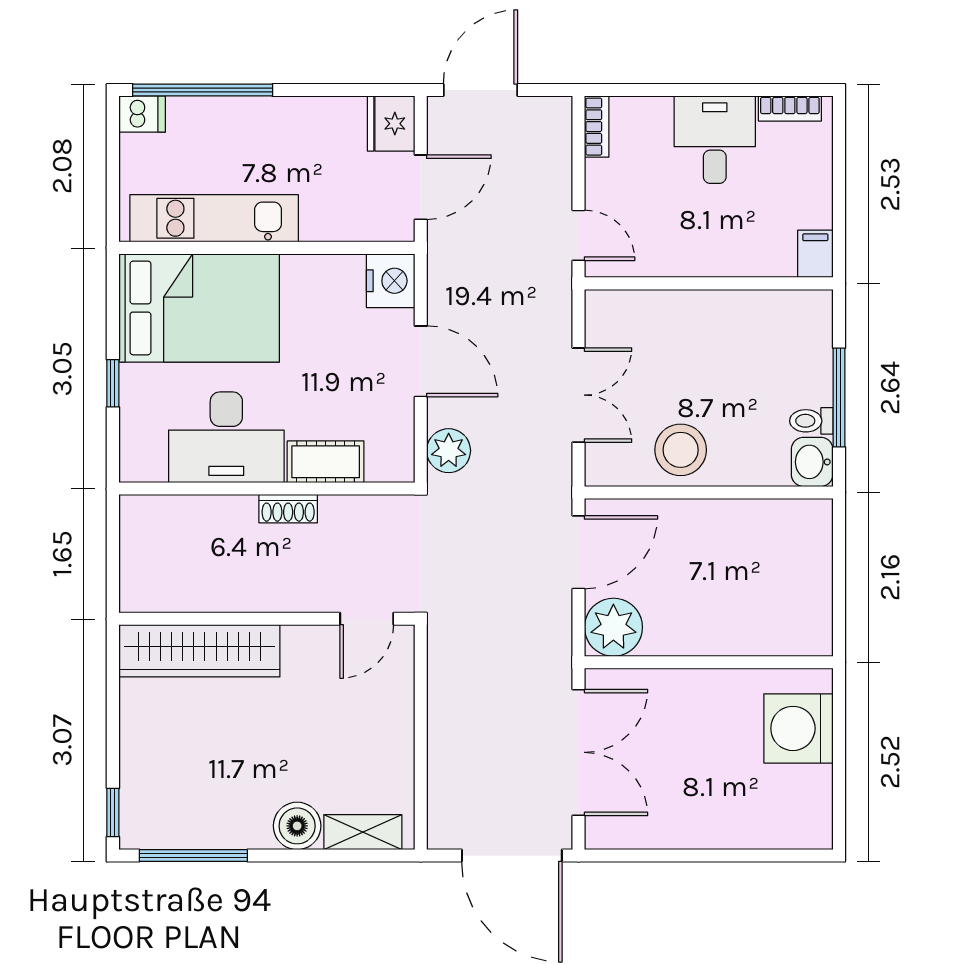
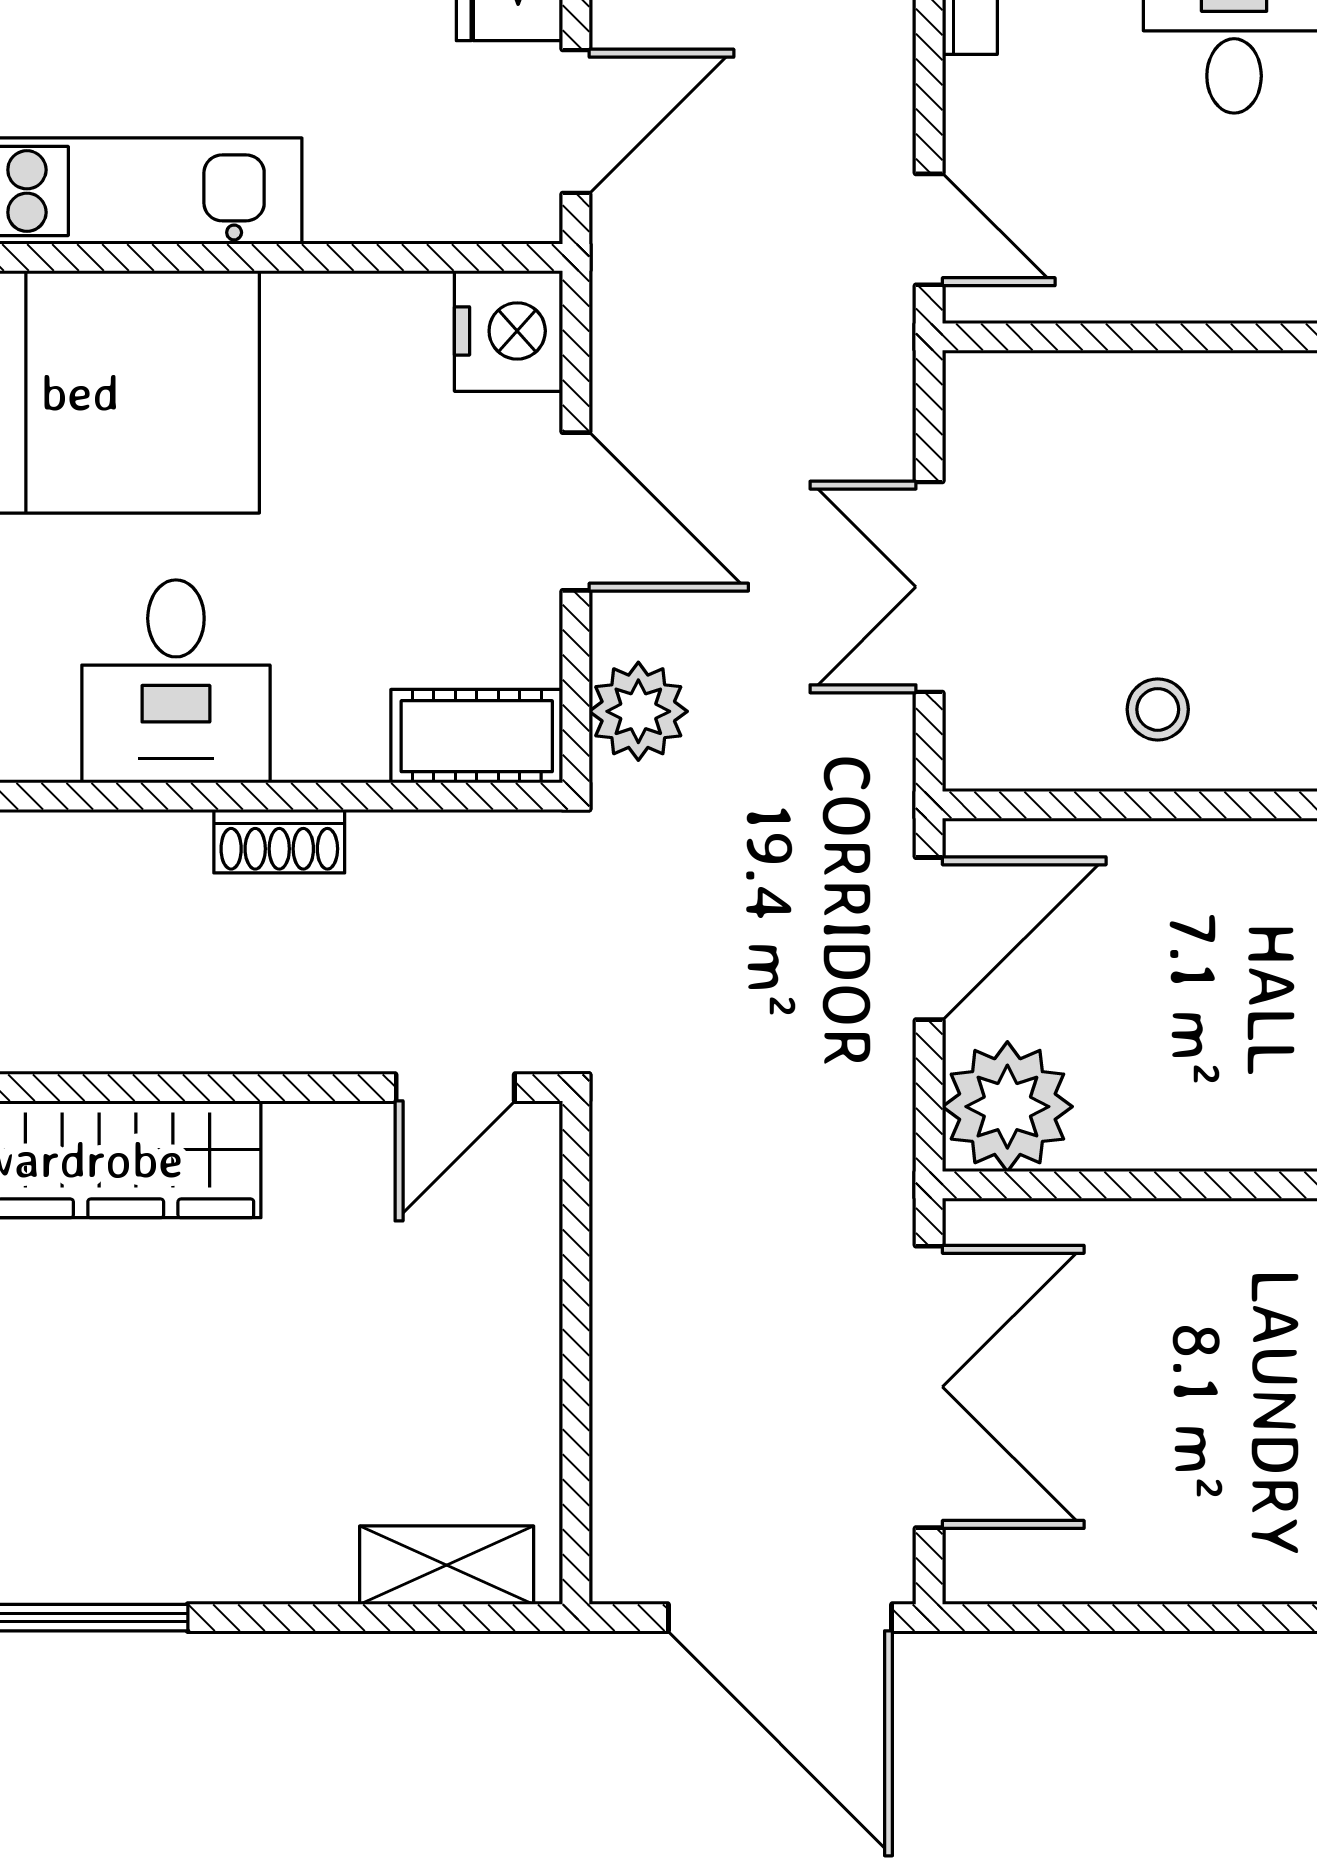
double door: (579, 395) -> (929, 587), swing flipped
desk: (226, 437) -> (176, 681), width x0.73
stool: (681, 450) -> (1158, 709), width x0.53, depth x0.53
cot: (326, 462) -> (477, 736), moved
boiler: (297, 826) -> (299, 1551), removed

